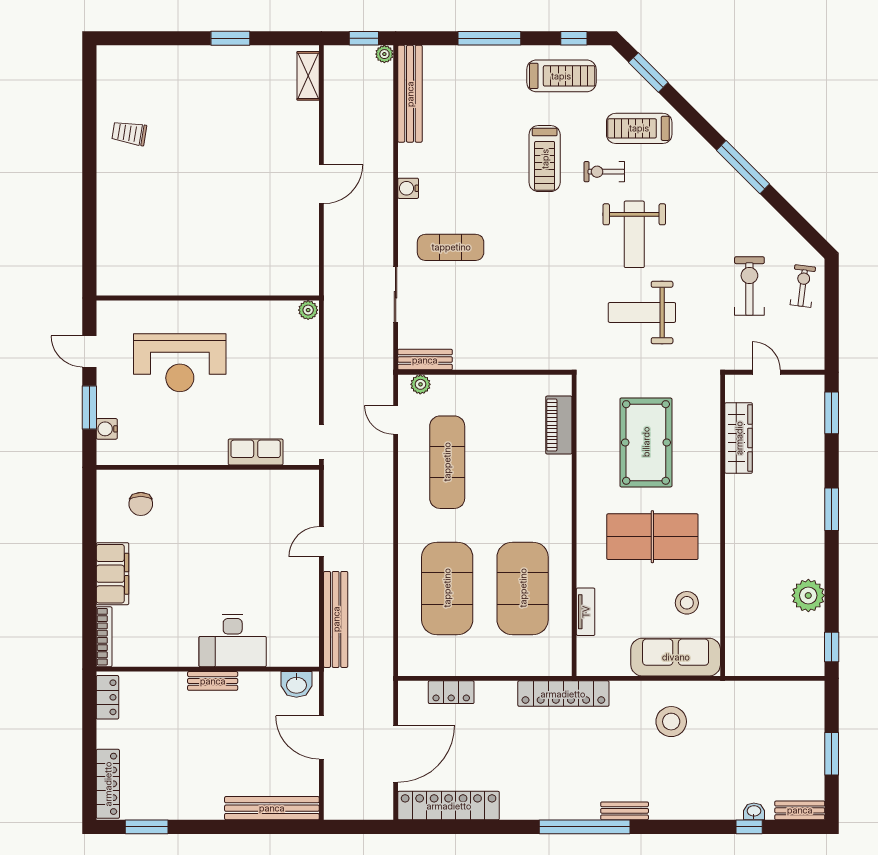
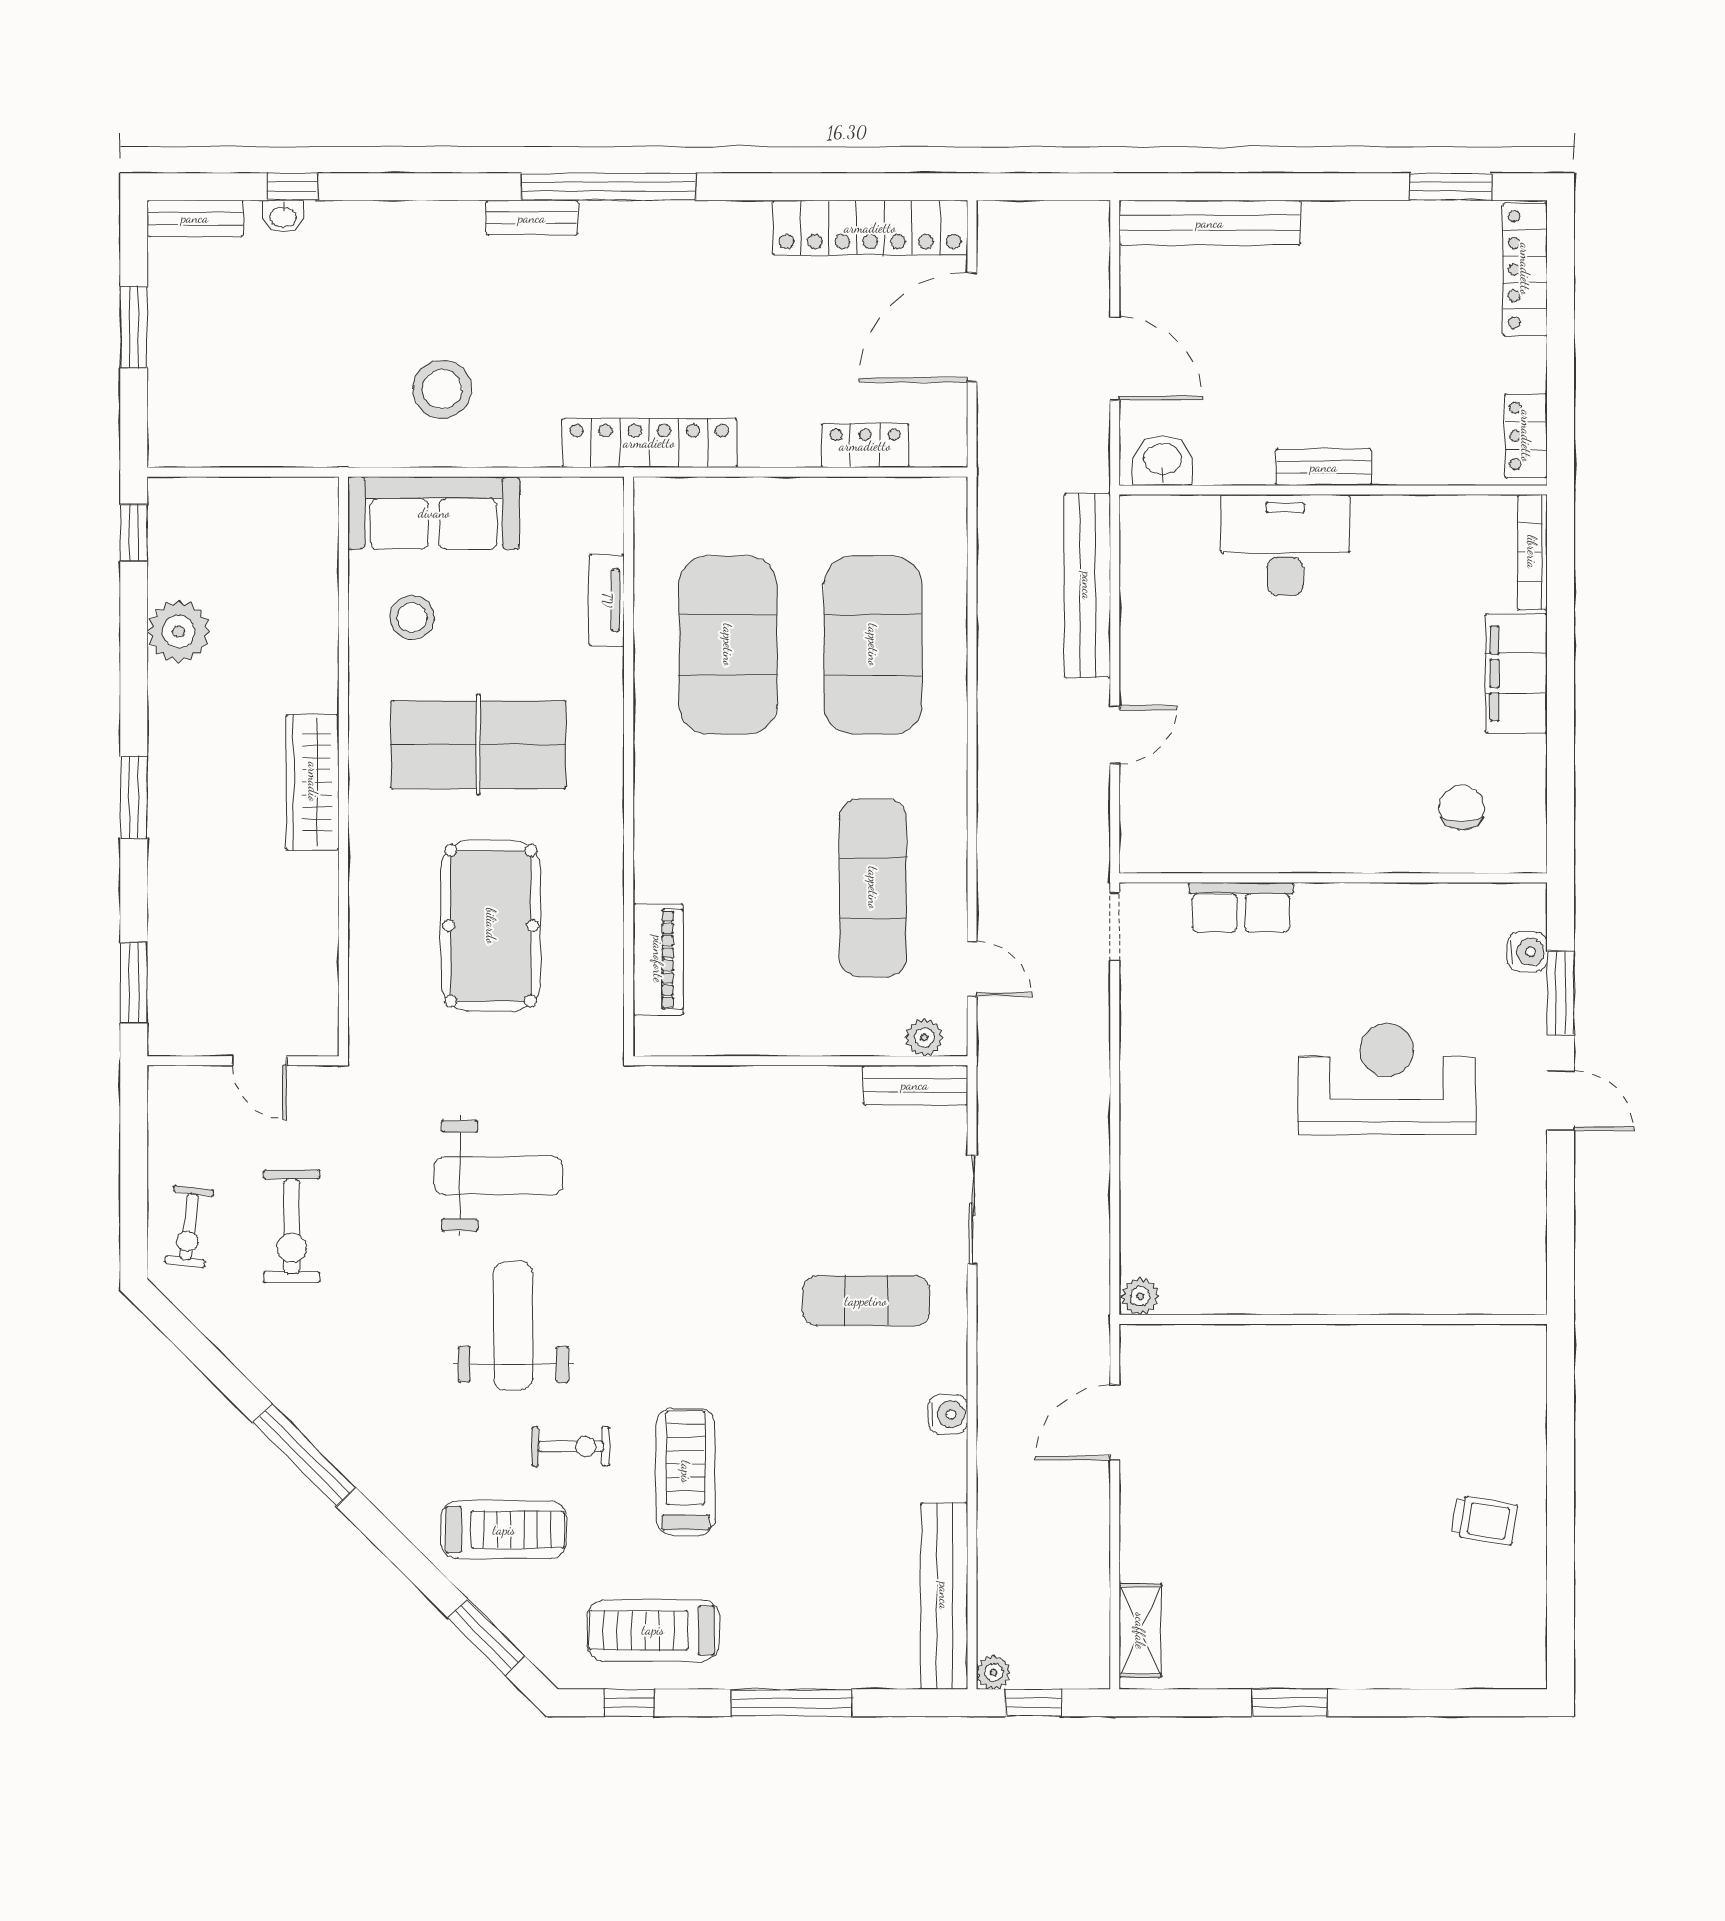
wall: (208, 298) -> (1333, 1319), moved
plant: (308, 310) -> (1140, 1296), moved
wardrobe: (739, 438) -> (313, 782), moved

